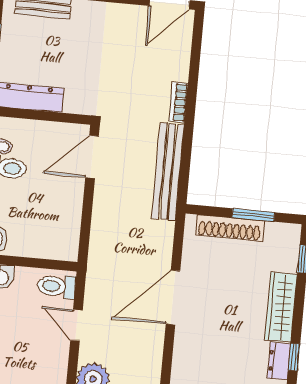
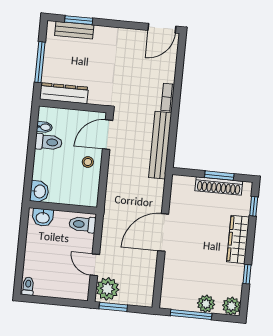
stool: (64, 196) -> (88, 162), added
shoe rack: (230, 228) -> (219, 186), moved
door: (76, 325) -> (95, 265), moved
dresser: (279, 361) -> (236, 277), removed

